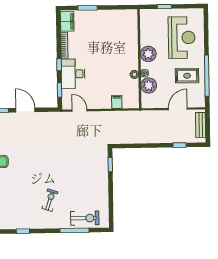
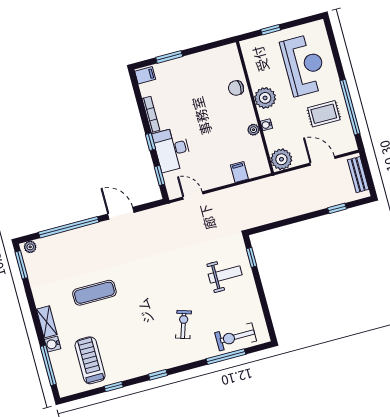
filing cabinet: (67, 21) -> (145, 75), width x0.50
chair: (129, 42) -> (236, 88), added
plant: (149, 85) -> (281, 159), moved
door: (178, 109) -> (323, 161), hinge flipped
weight bench: (88, 172) -> (225, 275), added
exercise bike: (85, 218) -> (236, 337), turned 180

